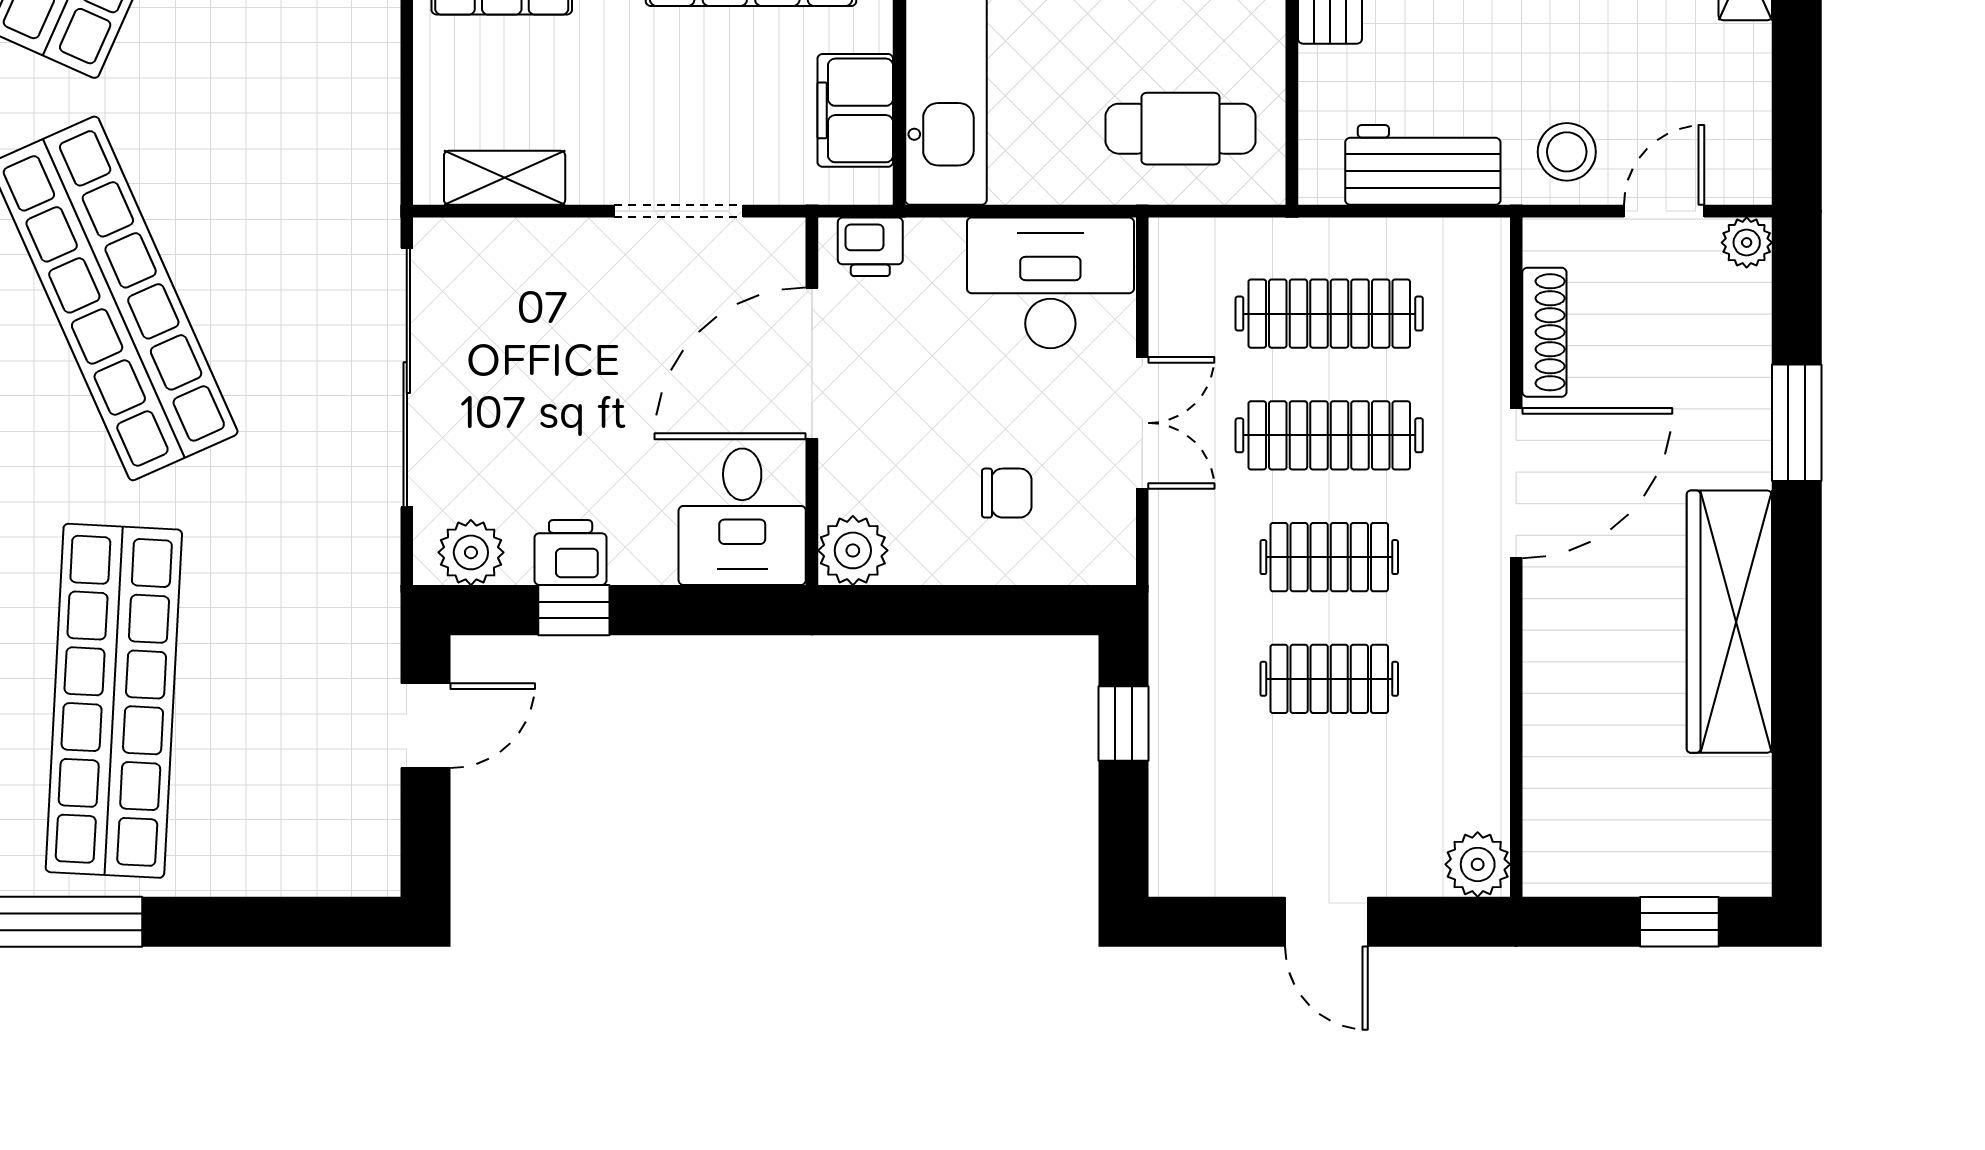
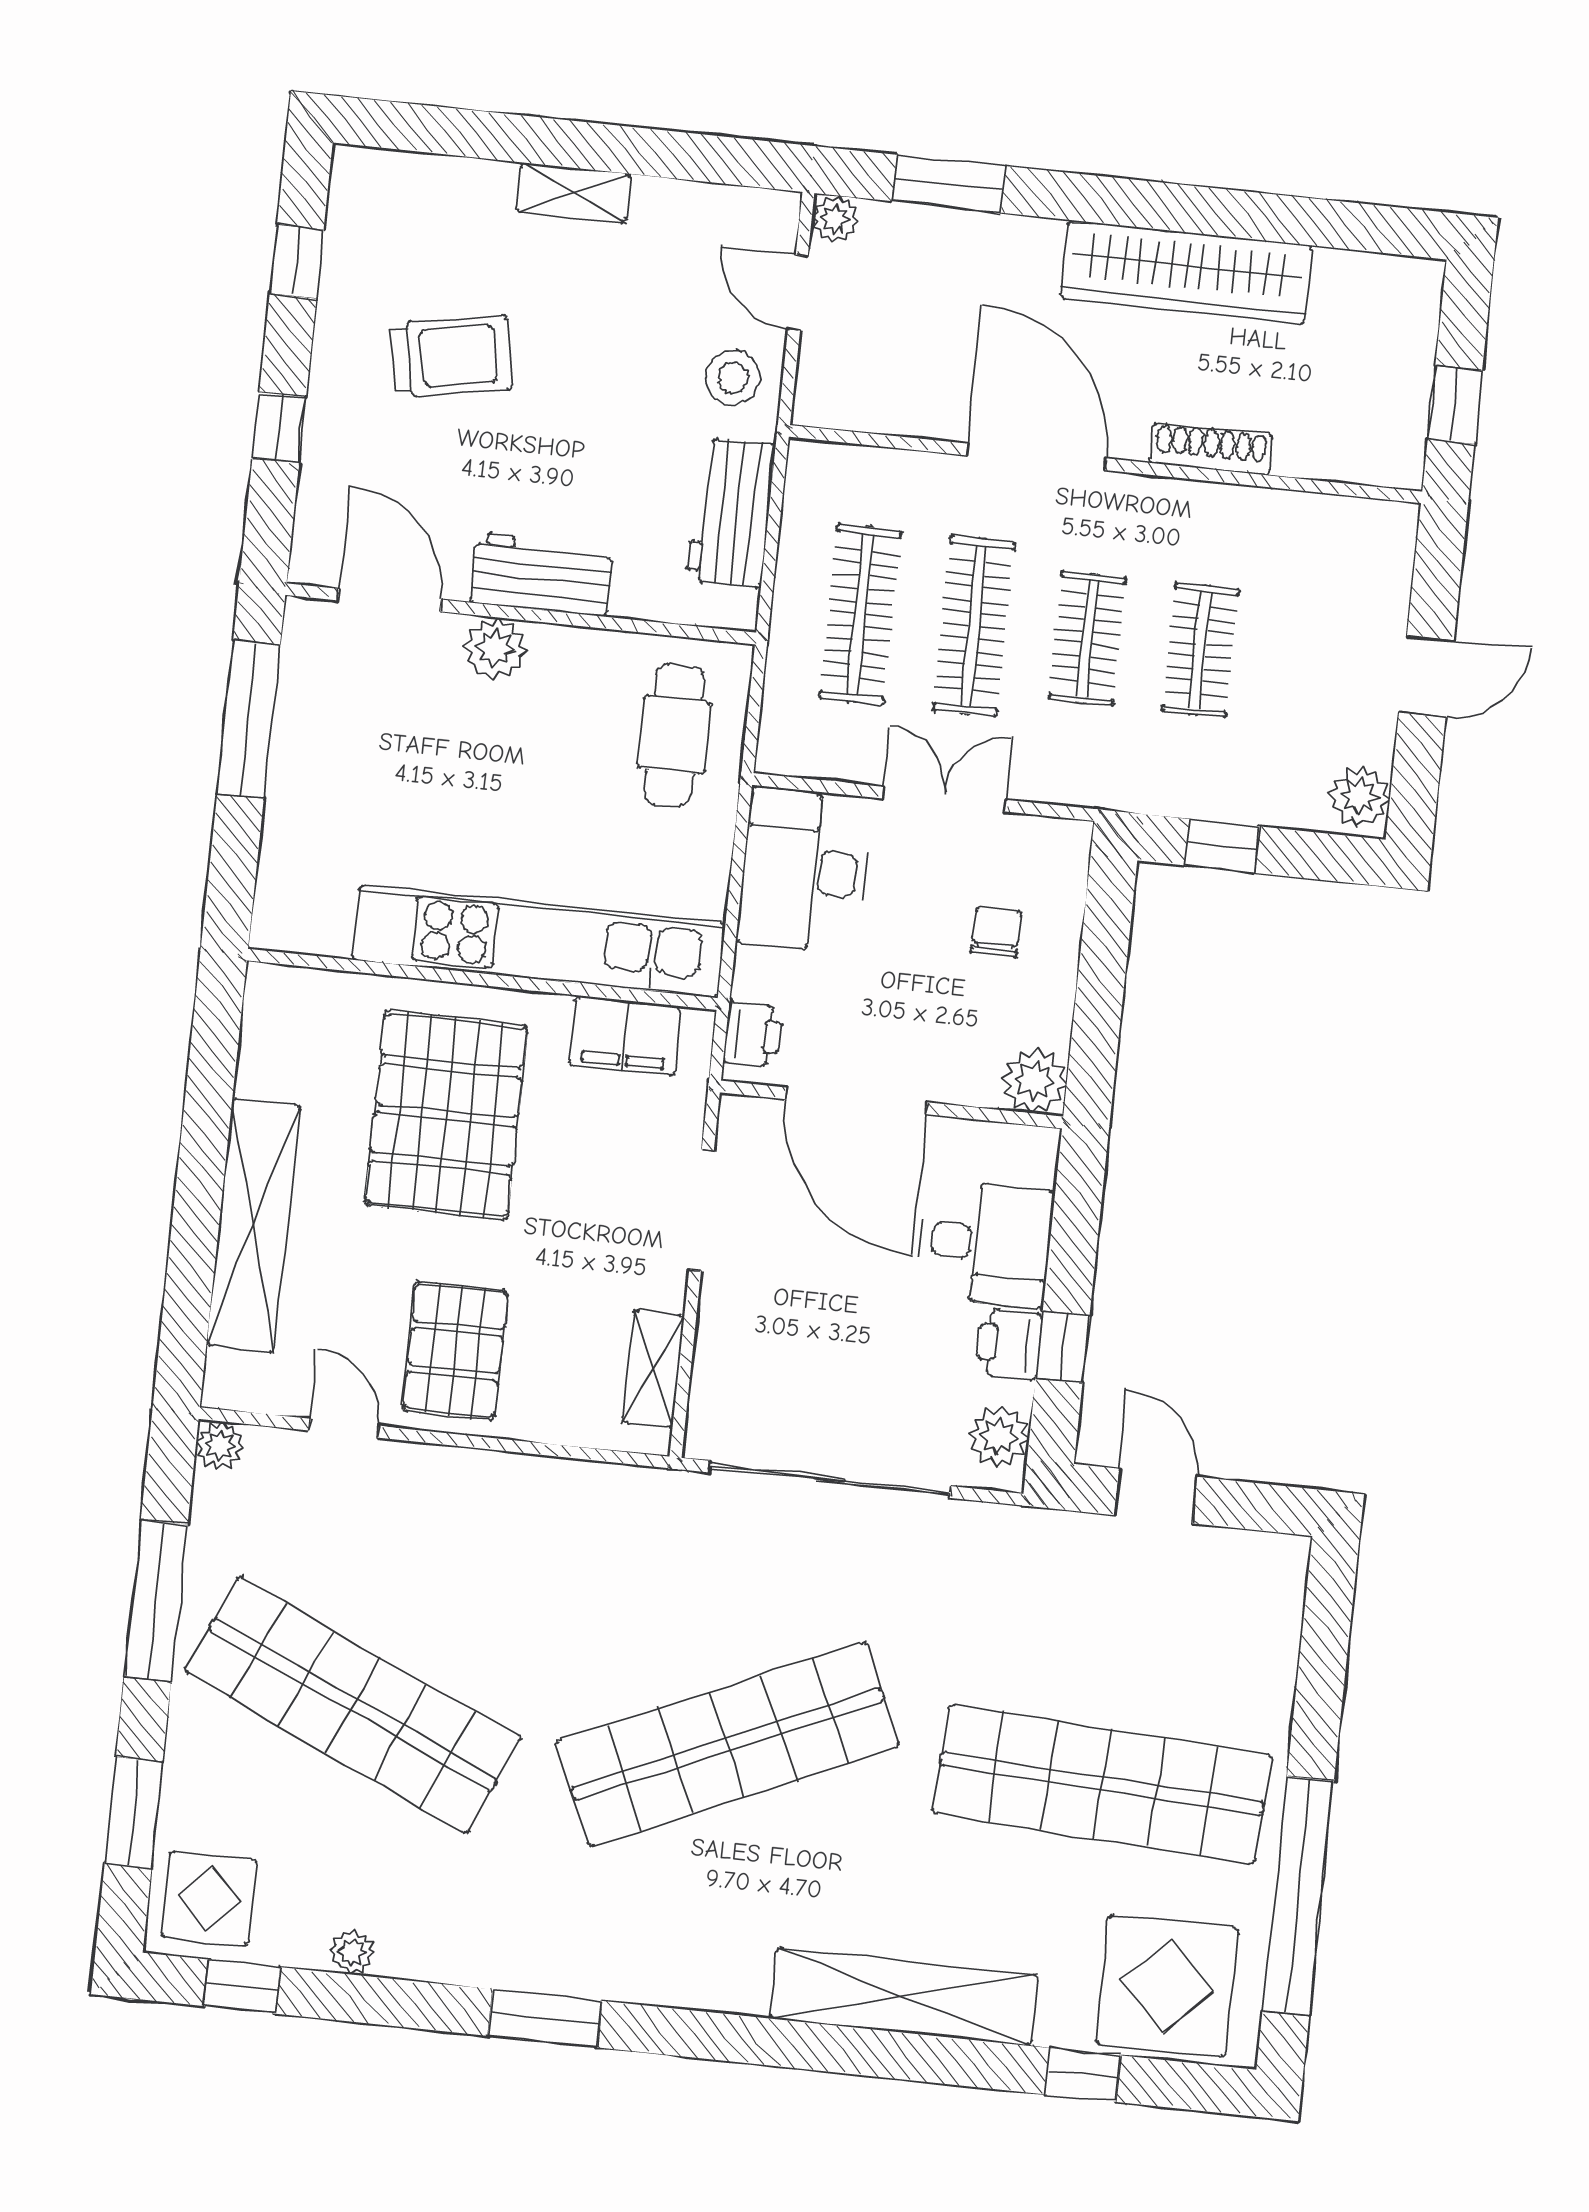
shoe rack: (1544, 332) -> (1211, 449), moved
window: (1797, 423) -> (949, 184), moved
desk: (742, 517) -> (986, 1243), moved
plant: (1478, 864) -> (1360, 797), moved
window: (1679, 922) -> (1455, 405), moved

